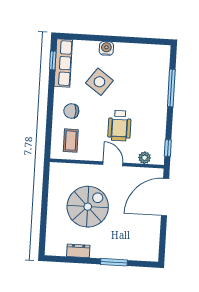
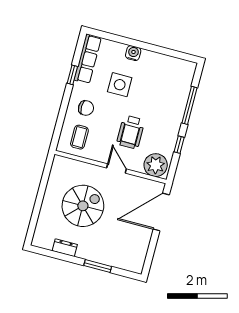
window: (53, 60) -> (72, 75), moved
side table: (99, 82) -> (120, 85), turned -36
chair: (71, 111) -> (86, 108), turned 180
window: (168, 148) -> (179, 145), moved
plant: (145, 158) -> (156, 165), width x1.88, depth x1.88

